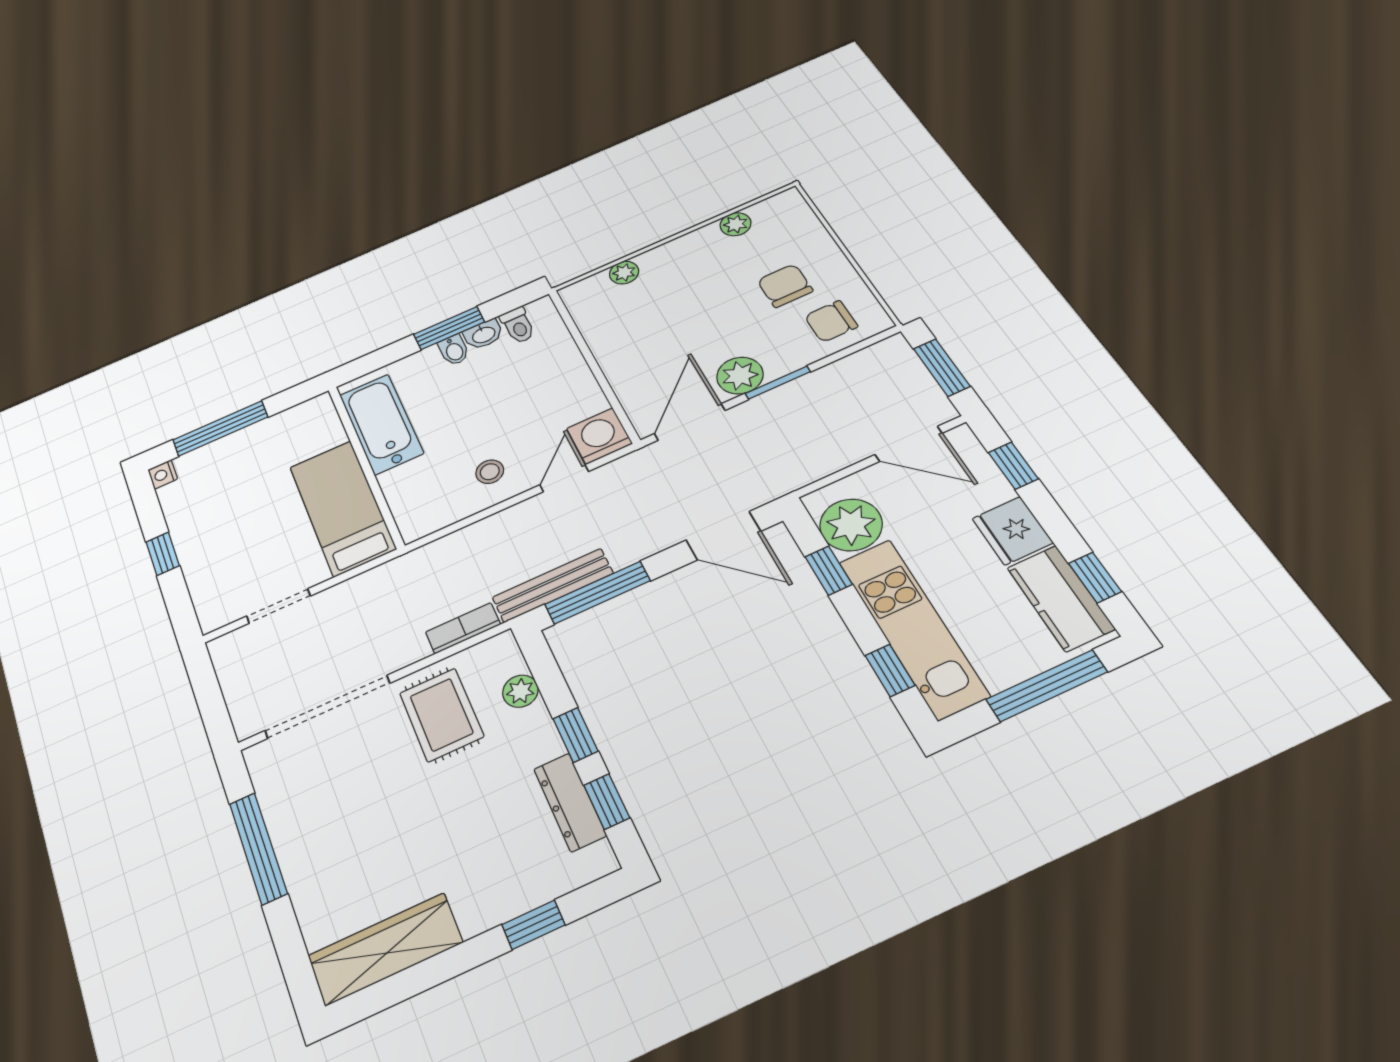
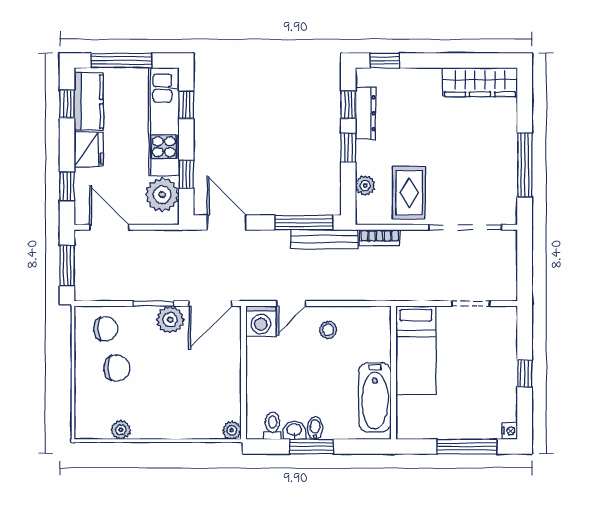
plant: (624, 273) -> (232, 430), moved
chair: (785, 286) -> (117, 368), turned -90
window: (533, 925) -> (385, 60), moved

